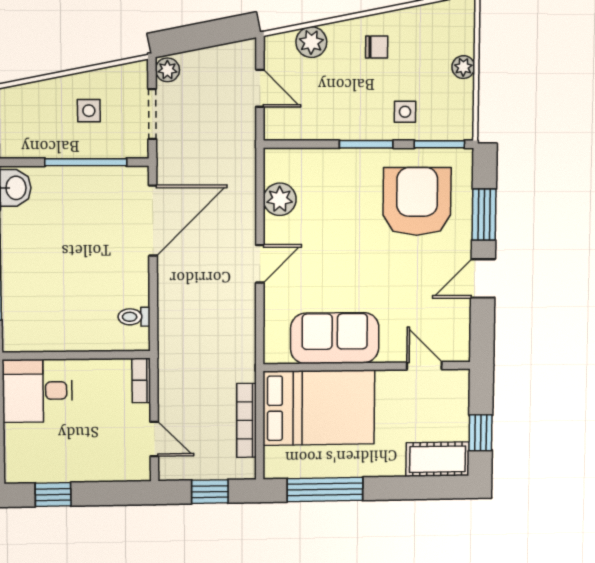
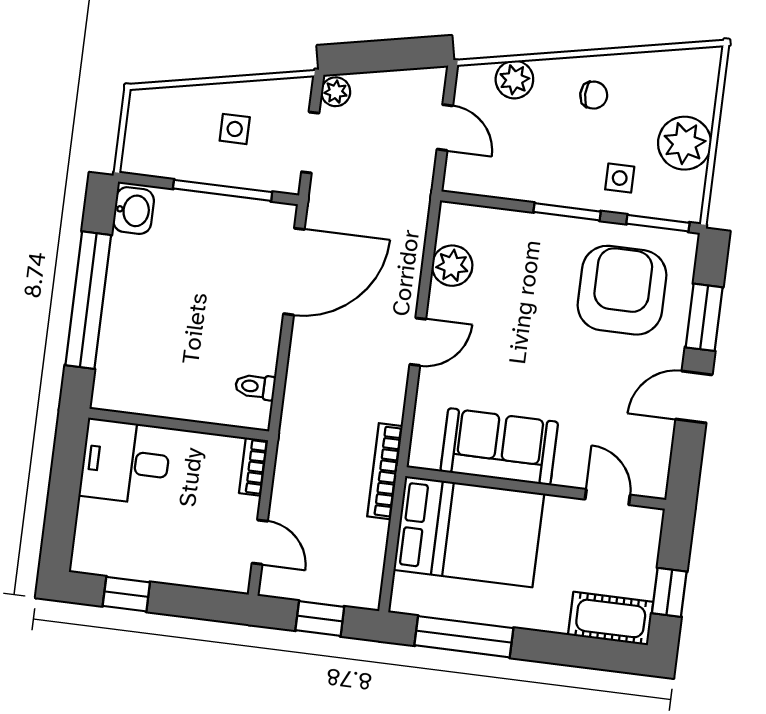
plant: (463, 67) -> (685, 143), width x1.87, depth x1.87
bookcase: (247, 420) -> (385, 471), moved

